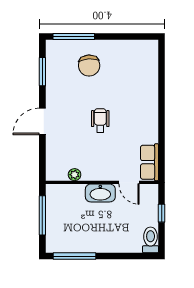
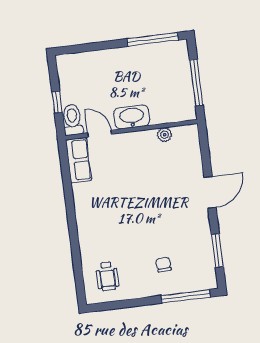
chair: (89, 66) -> (163, 265), width x0.54, depth x0.54
wheelchair: (100, 121) -> (107, 276), moved
toilet: (151, 240) -> (72, 120), moved, turned 180

